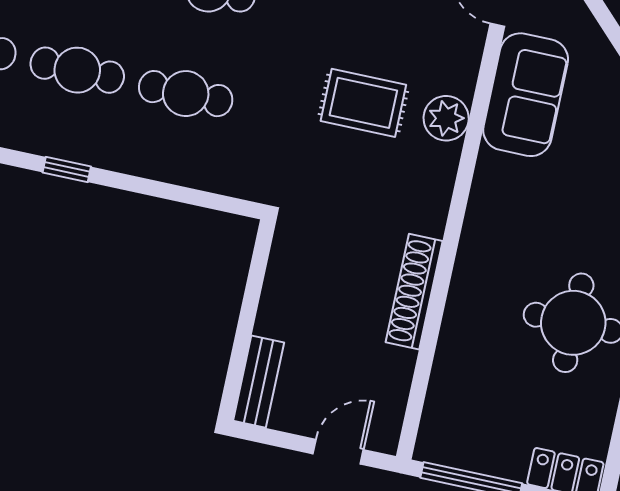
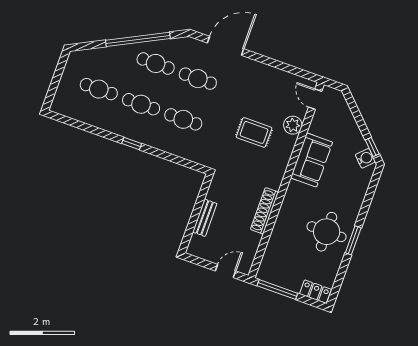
sofa: (526, 95) -> (312, 160), moved
plant: (446, 118) -> (293, 125), moved
bench: (259, 382) -> (205, 218), moved

